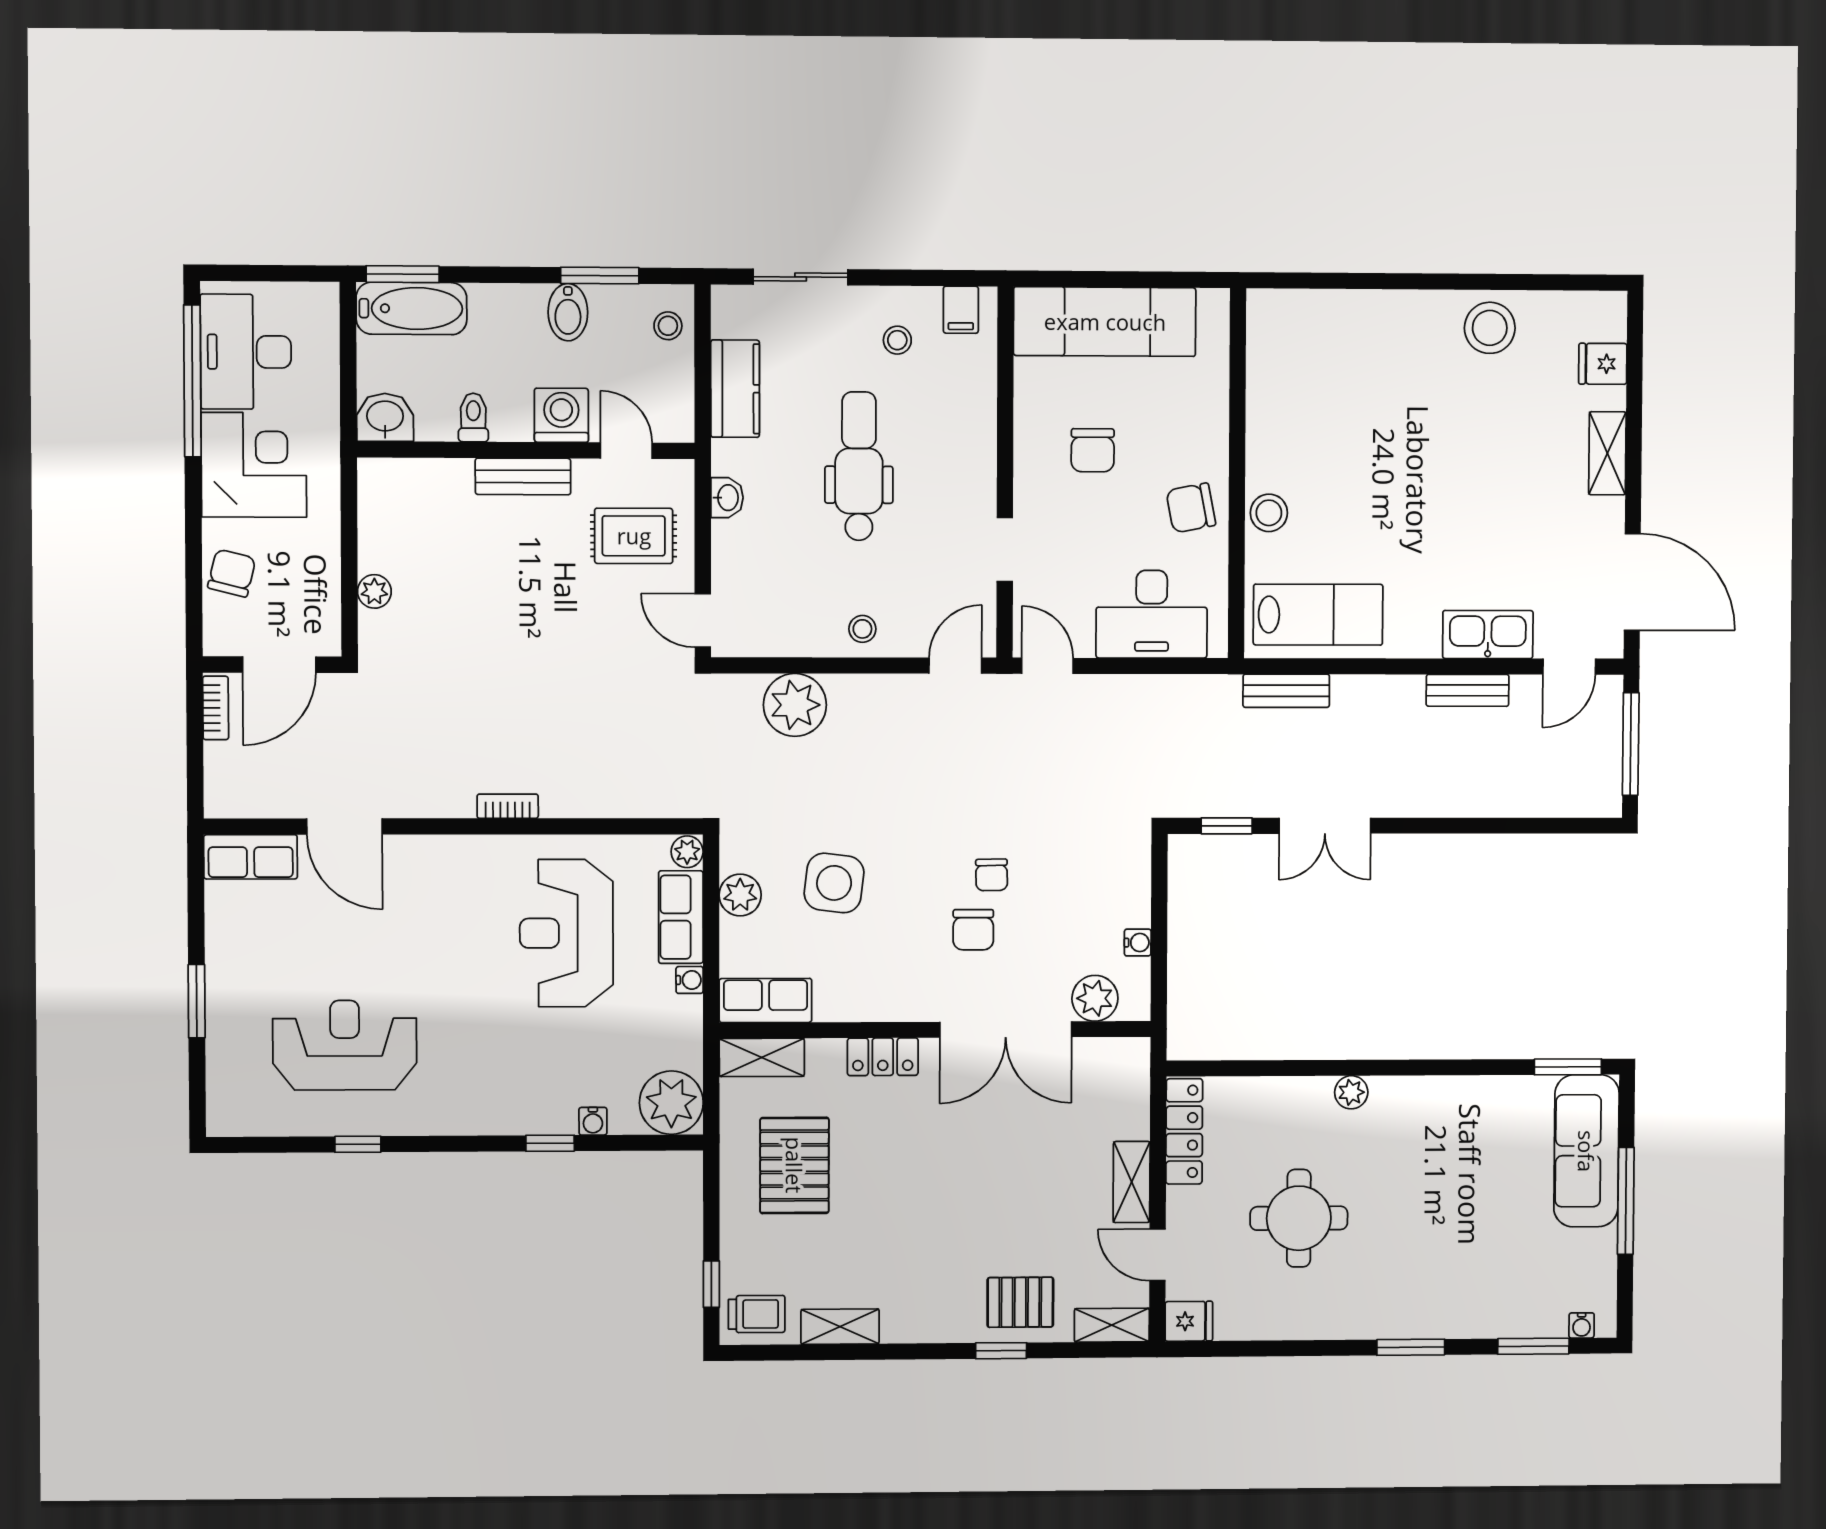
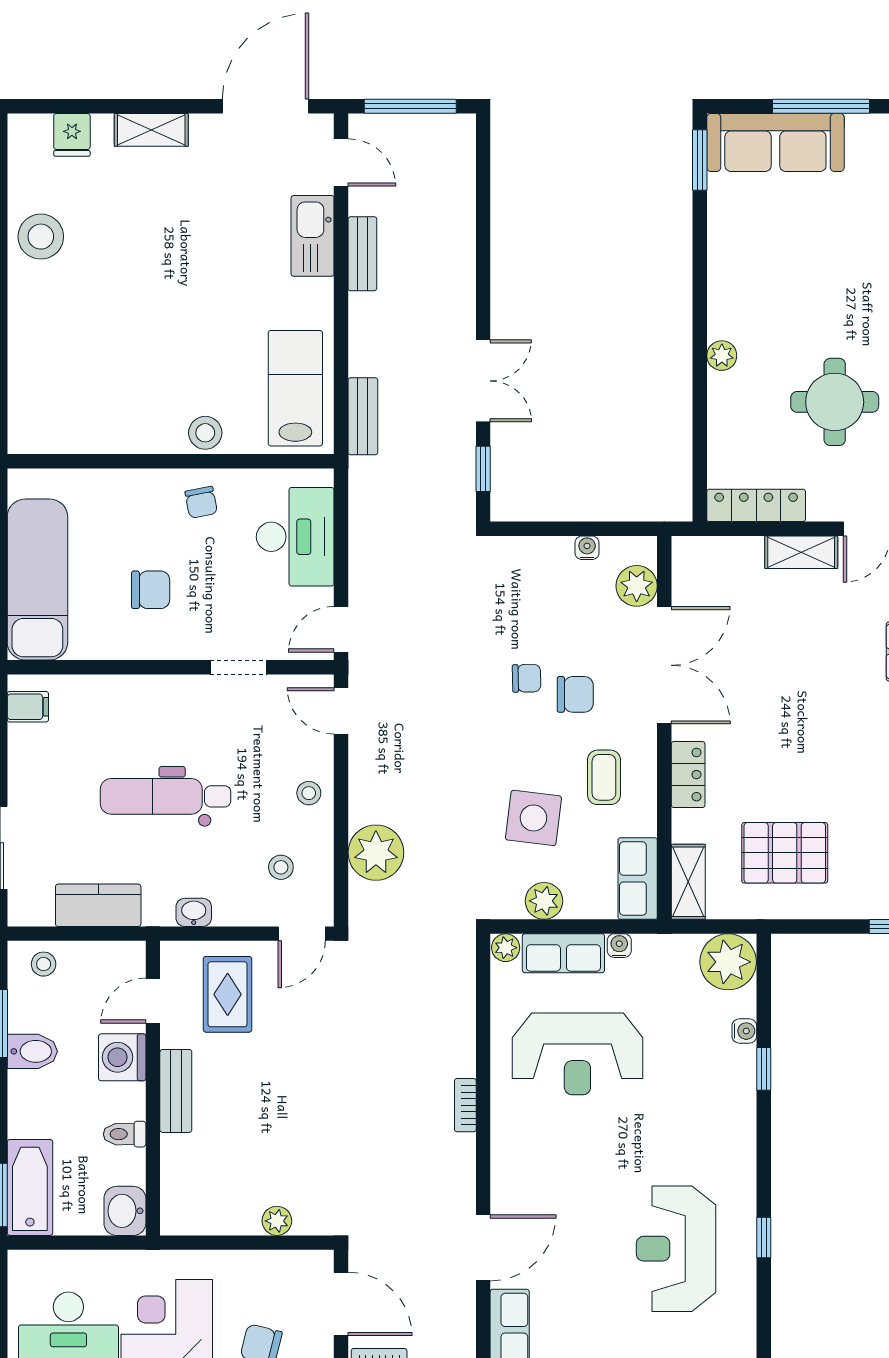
stool: (897, 340) -> (281, 867), moved
chair: (1191, 508) -> (201, 502), width x0.73, depth x0.73
coffee table: (880, 962) -> (604, 777), added

